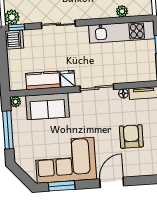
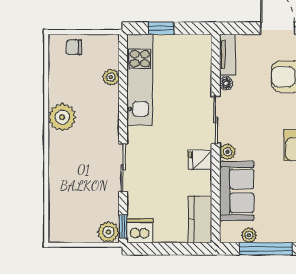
kitchen counter: (43, 80) -> (200, 219), moved
plant: (75, 98) -> (228, 152), added
plant: (16, 102) -> (249, 235), moved

